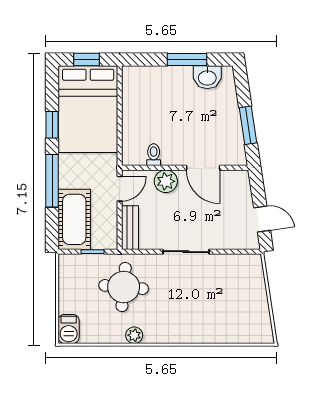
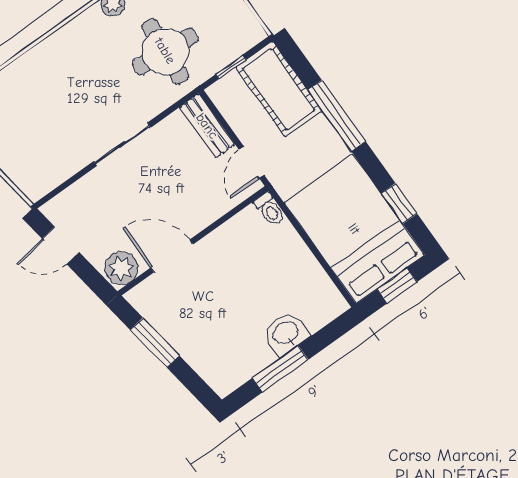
washbasin: (207, 77) -> (286, 333), moved
window: (52, 125) -> (399, 203), moved
toilet: (154, 155) -> (270, 209), moved
plant: (166, 181) -> (121, 268), moved

